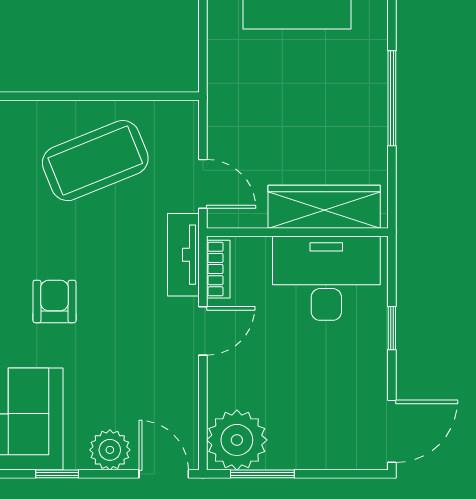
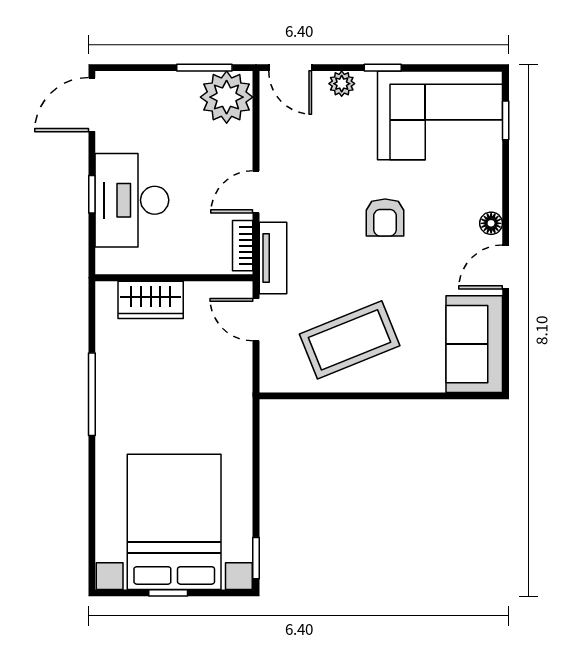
wardrobe: (324, 207) -> (151, 300), width x0.67
desk: (326, 278) -> (132, 200), moved, turned 90
plant: (110, 450) -> (342, 84), width x0.73, depth x0.73

